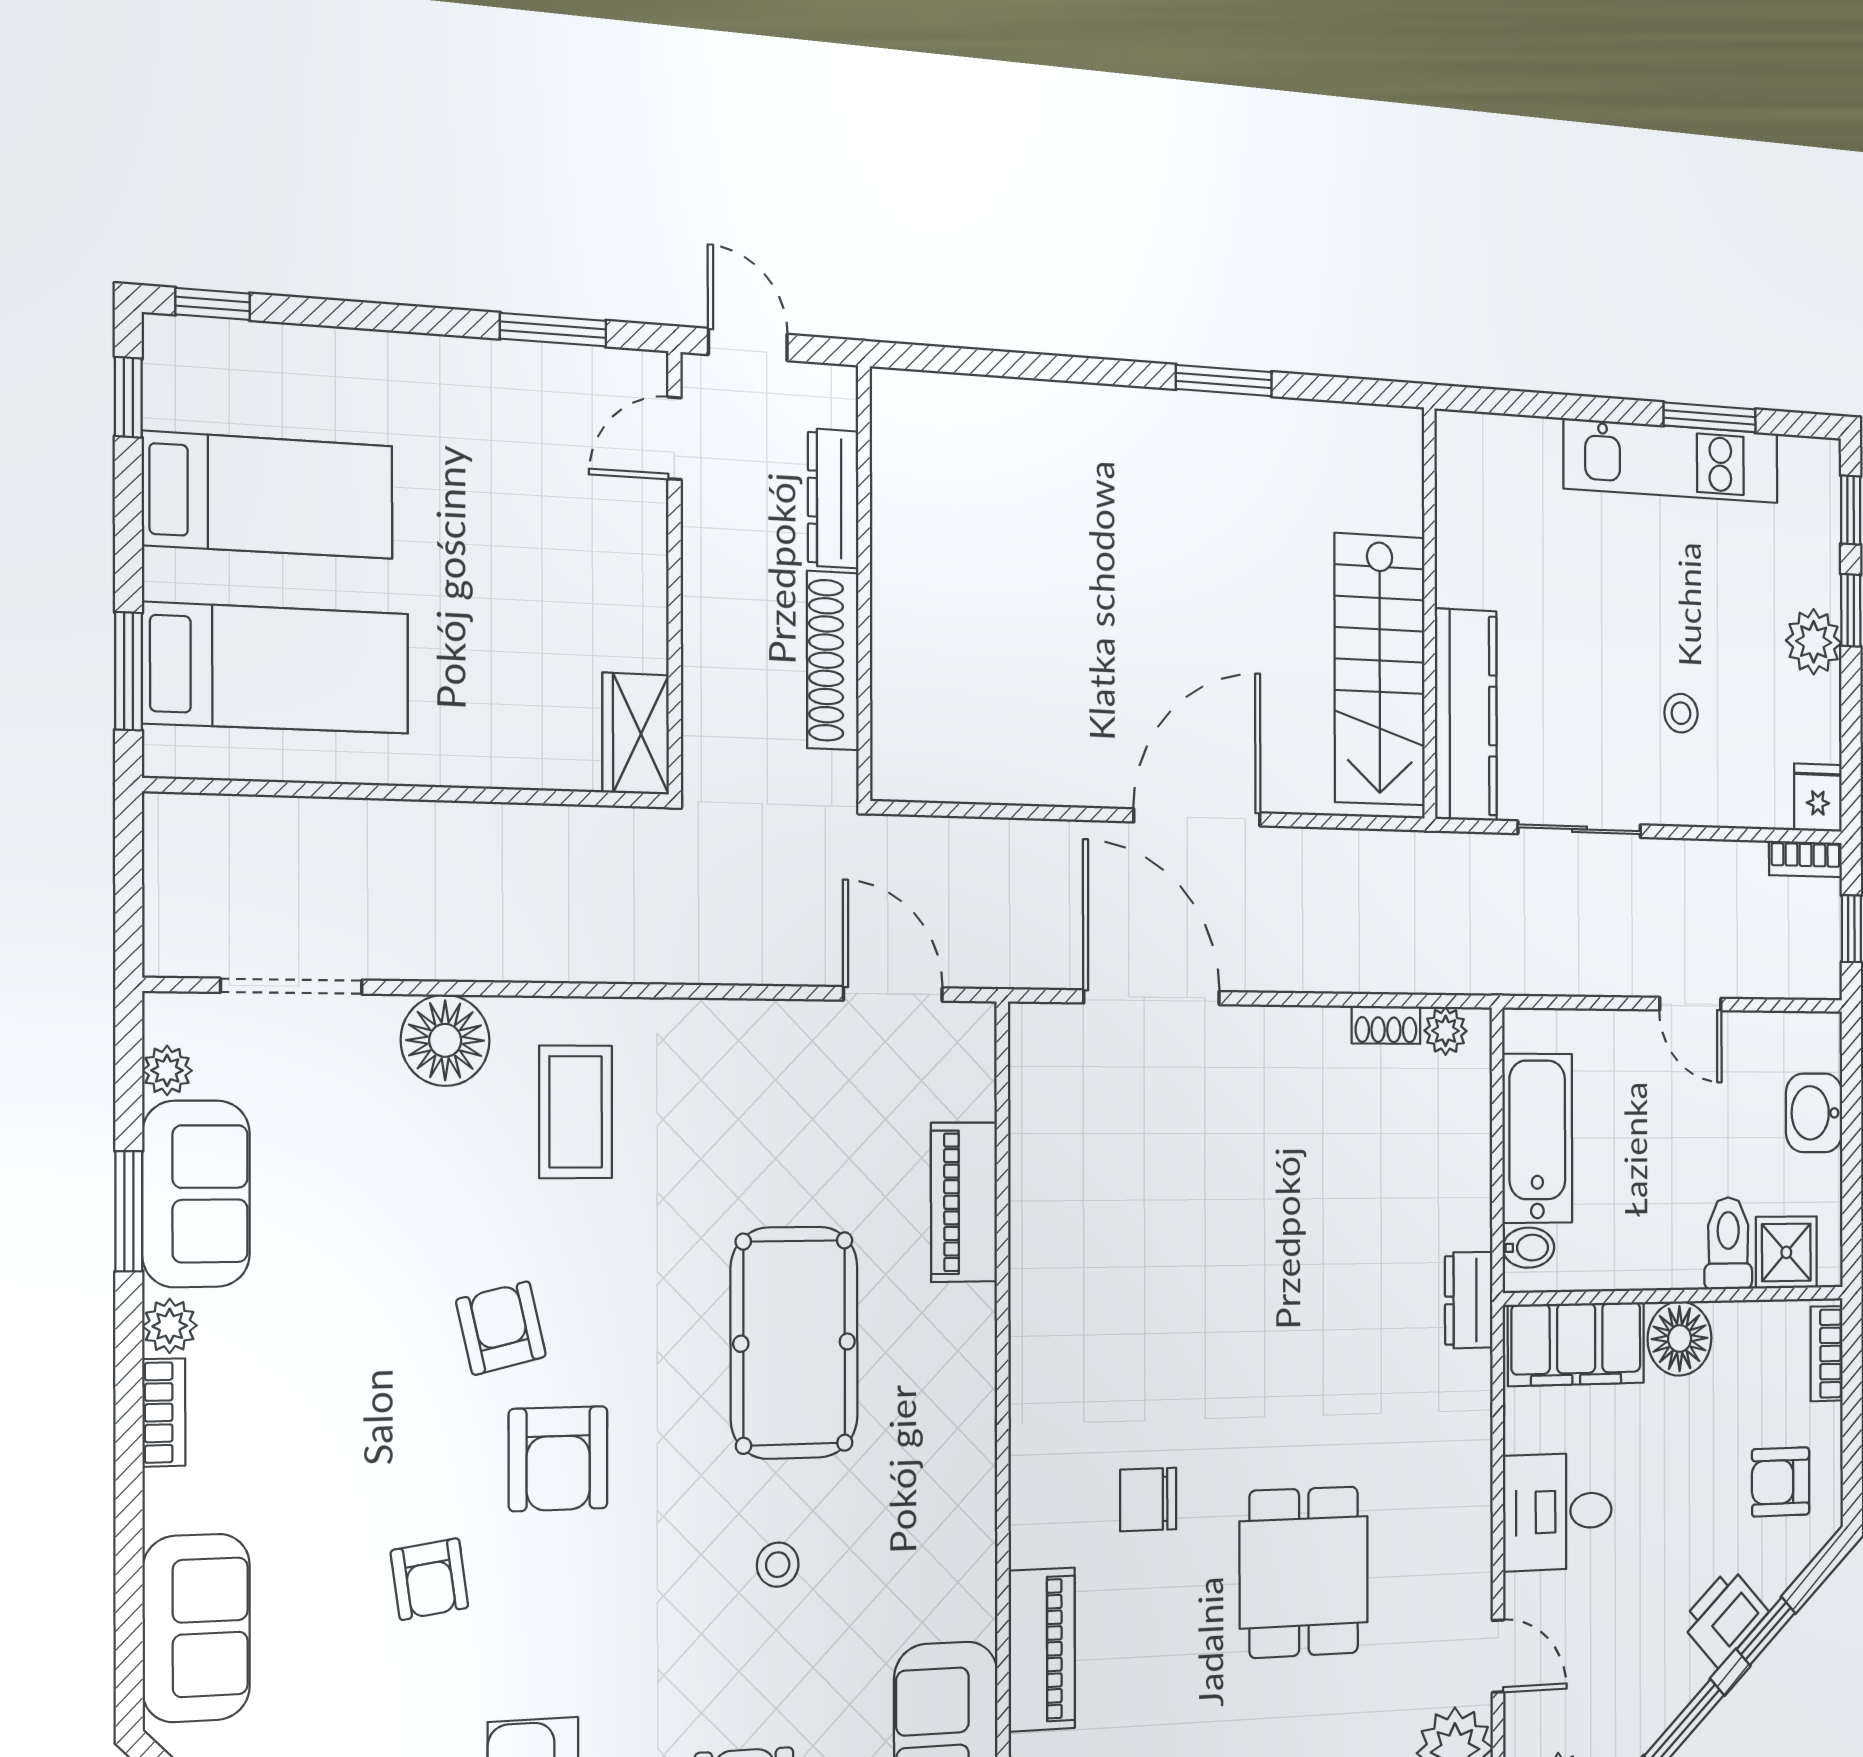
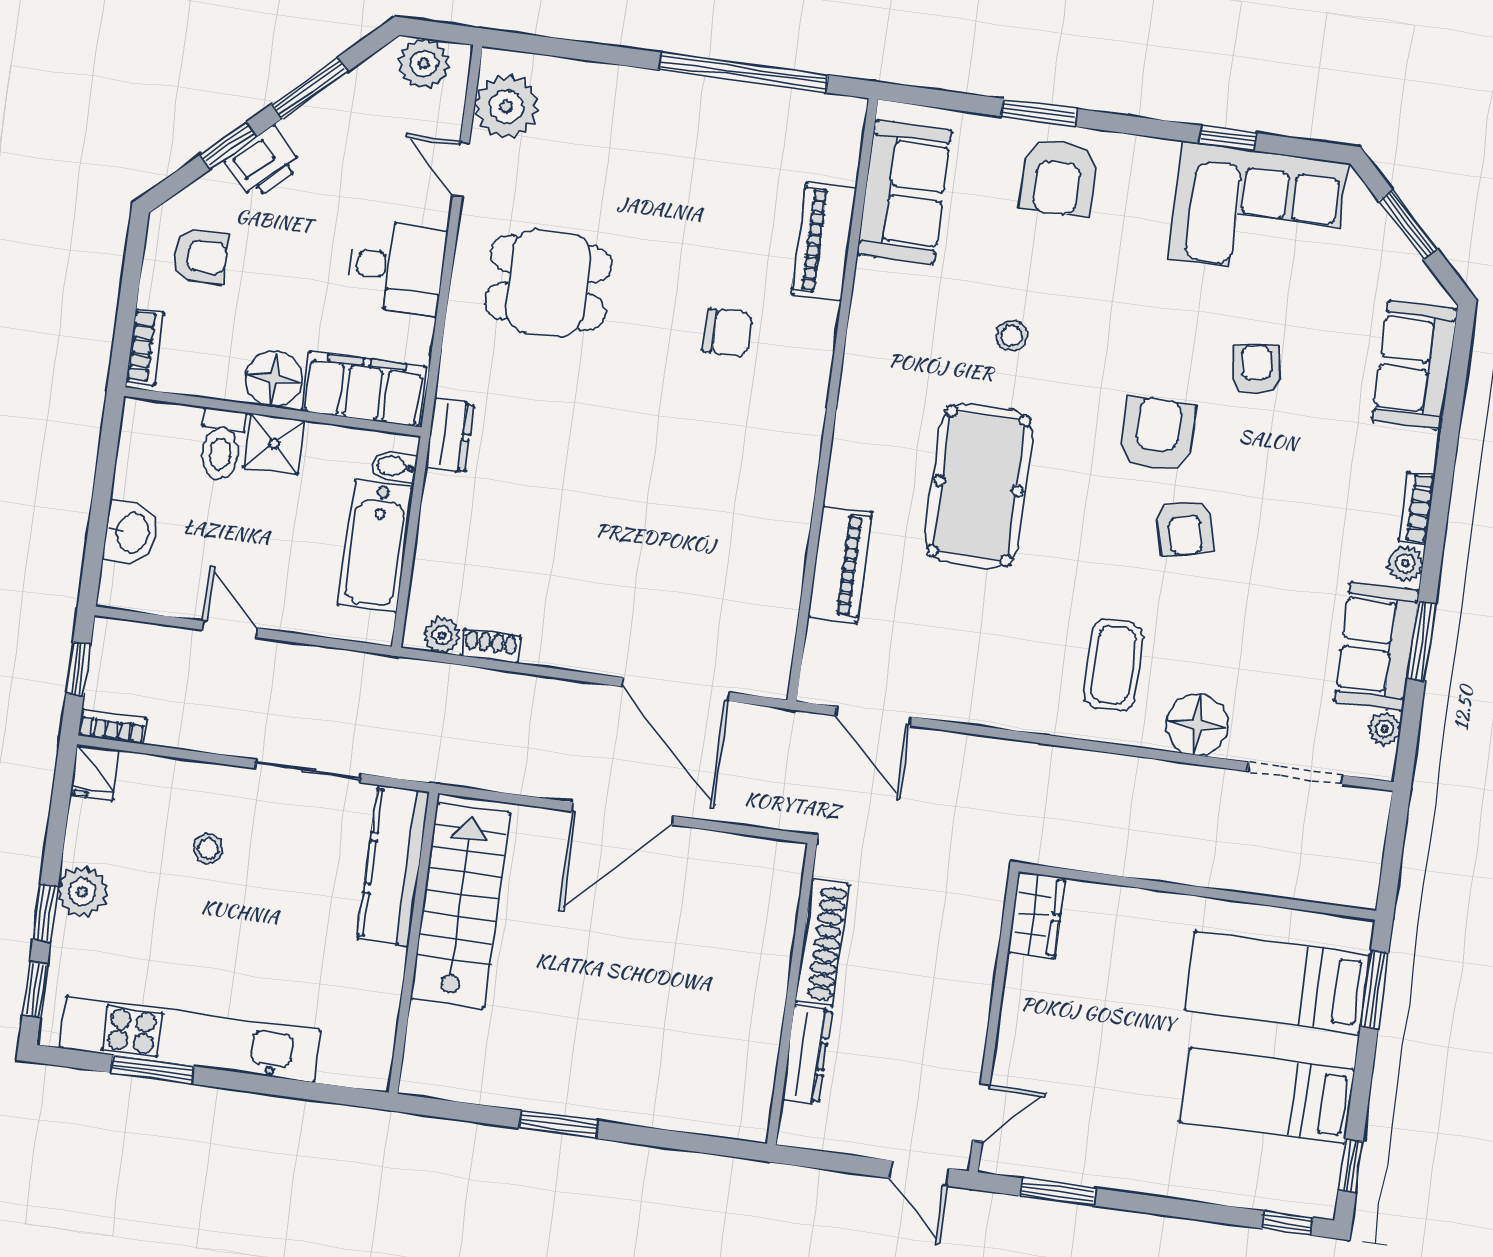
kitchen unit: (1671, 461) -> (191, 1039), width x1.36
dresser: (833, 498) -> (807, 1054), moved
wall: (864, 583) -> (792, 994), moved
shoe rack: (833, 661) -> (822, 943), moved
shower: (1786, 1252) -> (274, 444), moved
dining table: (1304, 1572) -> (548, 283), moved, turned 90

